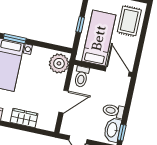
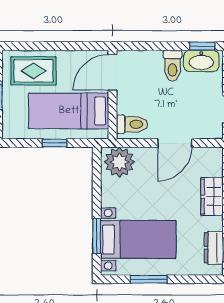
door: (64, 102) -> (175, 143), swing flipped

